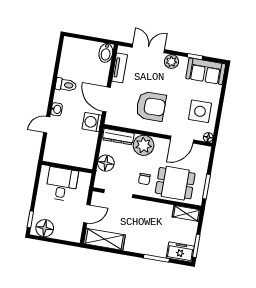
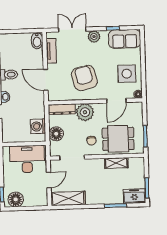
armchair: (151, 106) -> (84, 78), turned -104
washing machine: (92, 122) -> (38, 126), moved
desk: (62, 184) -> (27, 159), width x1.37
shelving: (186, 213) -> (116, 163), moved

